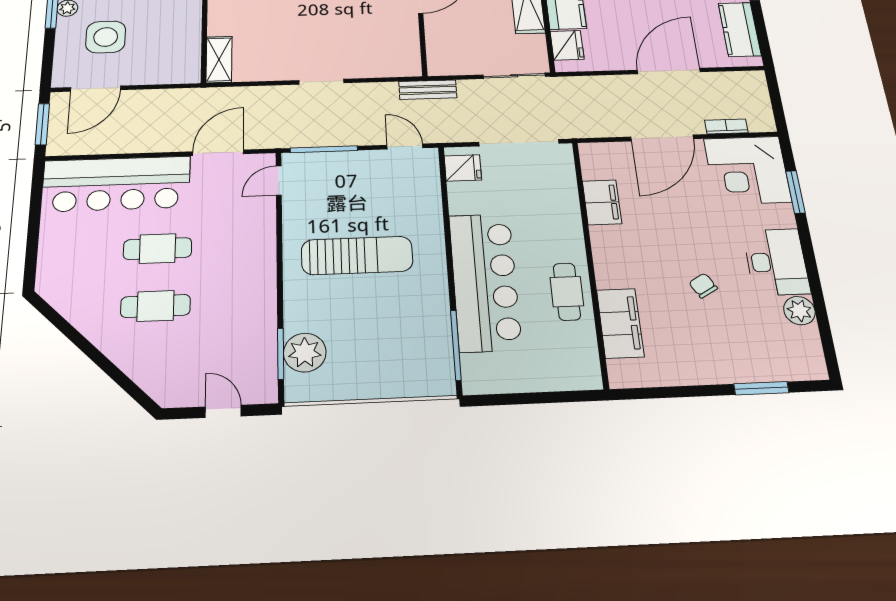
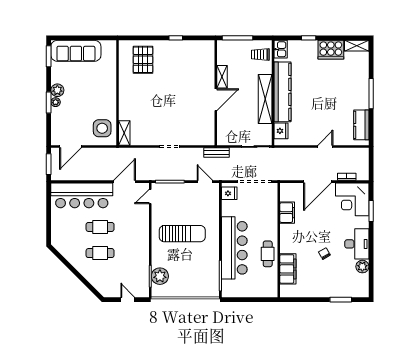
side table: (106, 37) -> (102, 128), moved
door: (669, 71) -> (325, 147), width x0.53

